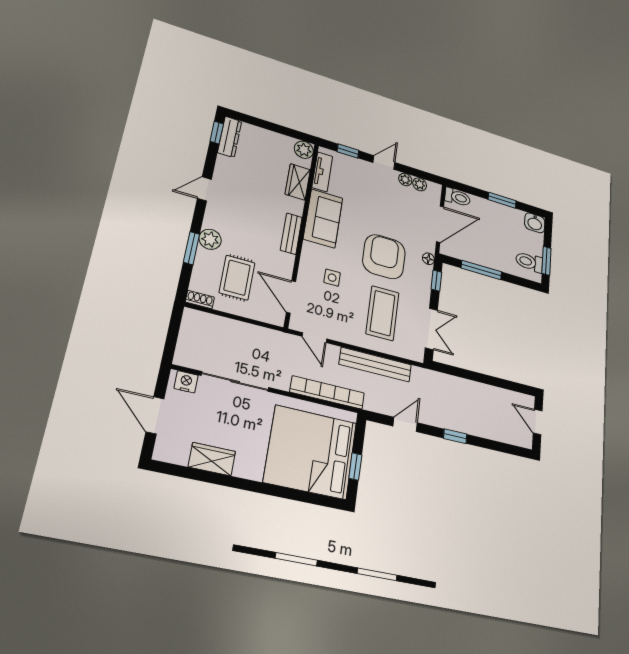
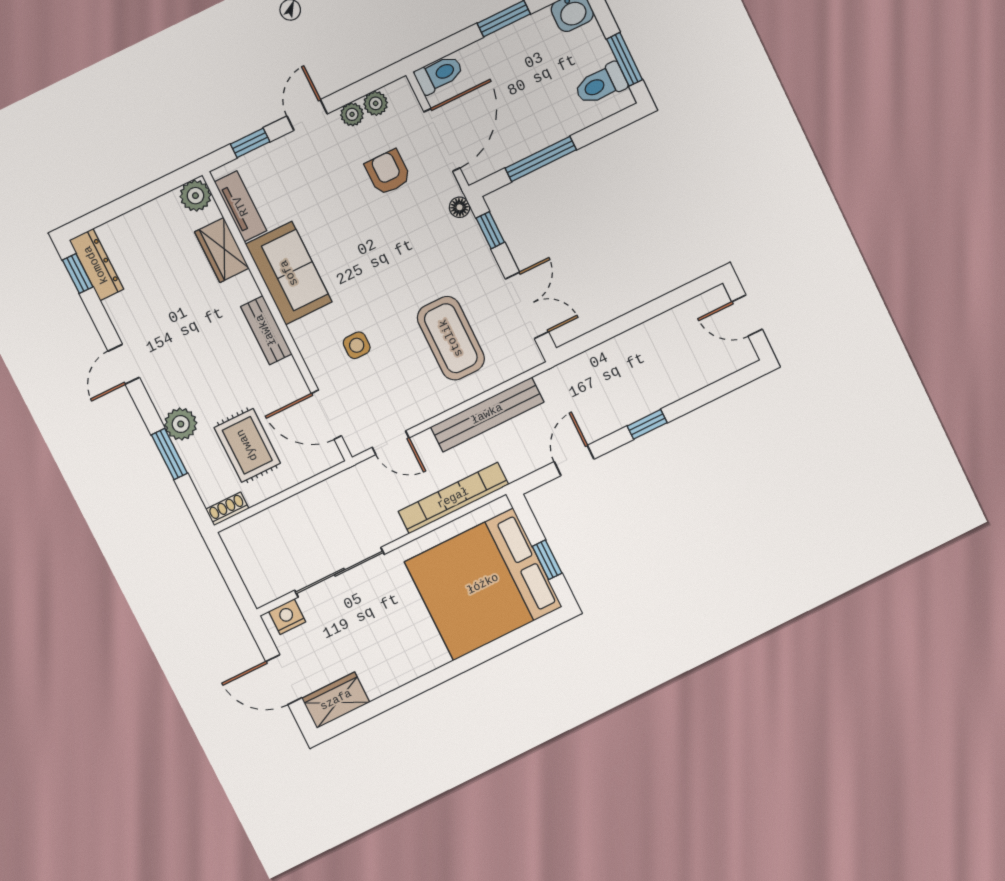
armchair: (384, 257) -> (388, 172), moved, width x0.53, depth x0.53
wardrobe: (212, 459) -> (336, 700), moved

